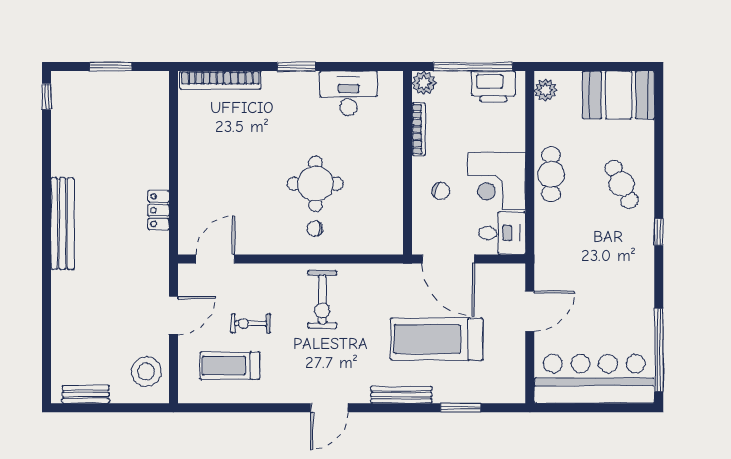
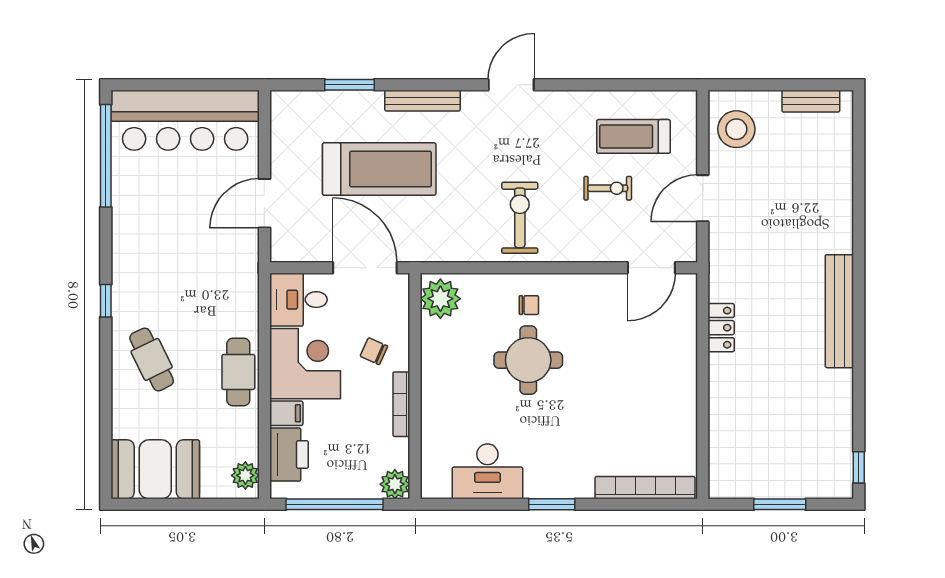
printer: (493, 87) -> (289, 454), moved, turned 90
bookcase: (418, 129) -> (401, 404), moved
filing cabinet: (512, 141) -> (286, 413), added
plant: (387, 234) -> (440, 299), added
treadmill: (230, 366) -> (633, 136), turned 180

